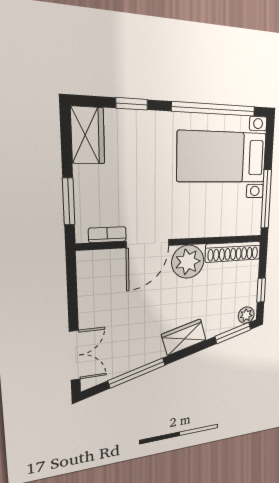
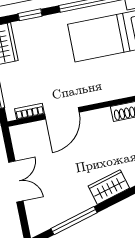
plant: (188, 262) -> (98, 123), removed
double door: (75, 355) -> (16, 181), moved

